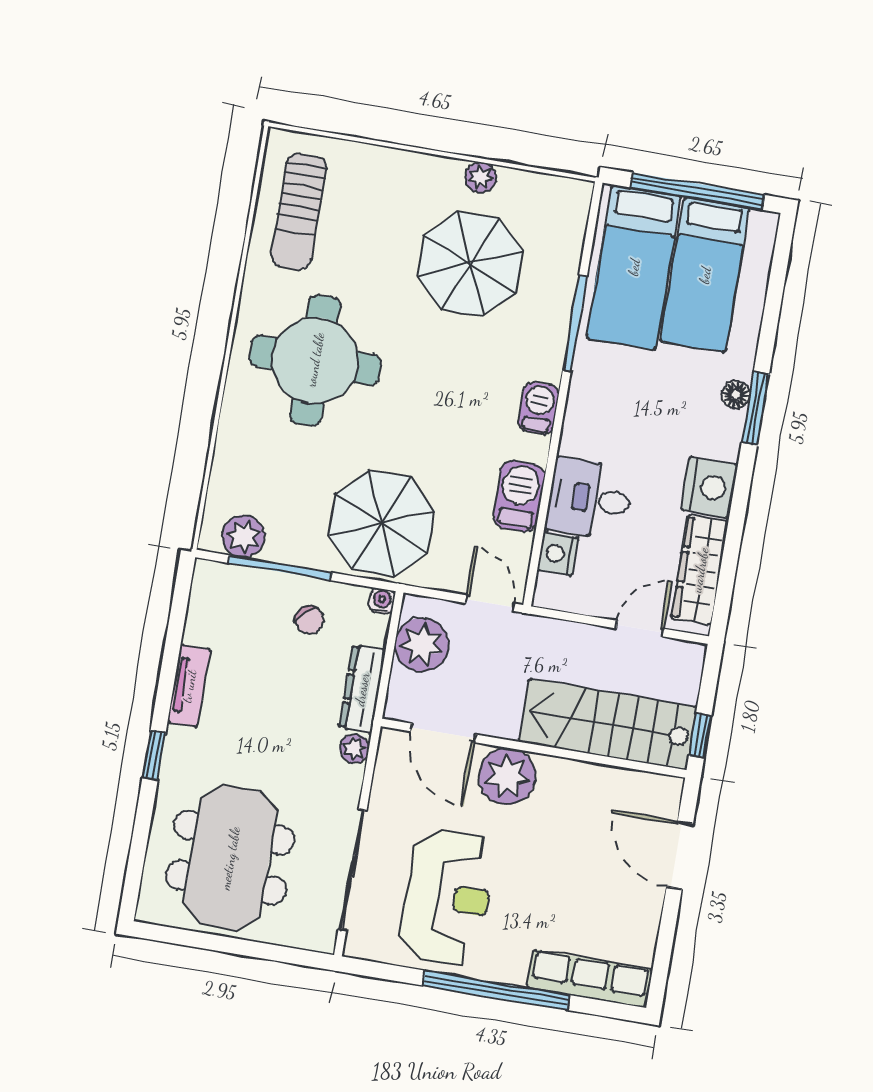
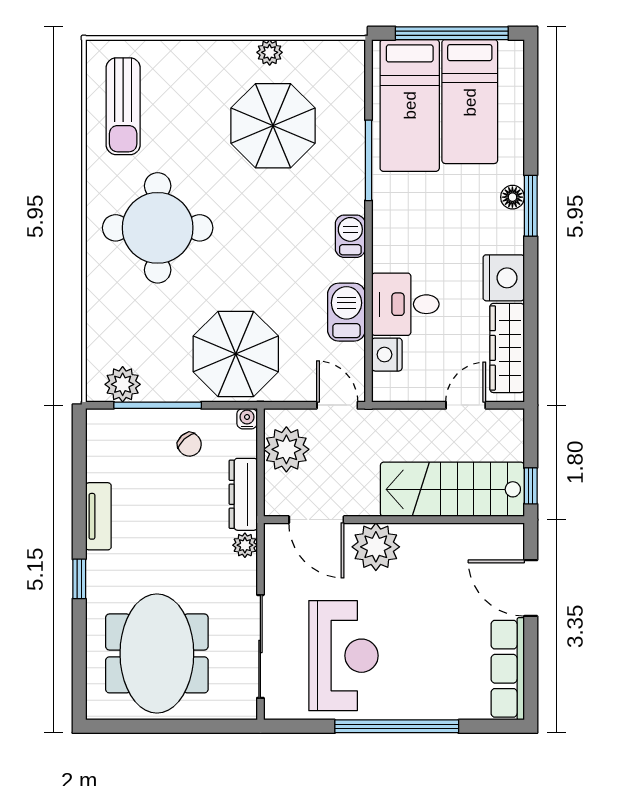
row of seats: (590, 979) -> (508, 669), moved, turned -90

